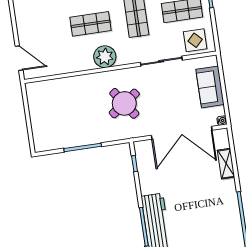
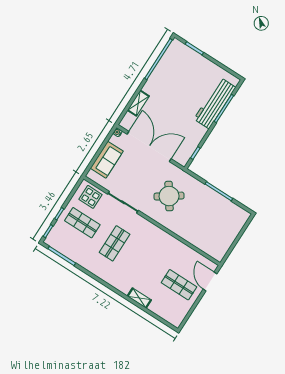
shop shelf: (91, 24) -> (179, 285), moved
plant: (105, 57) -> (156, 236), removed

